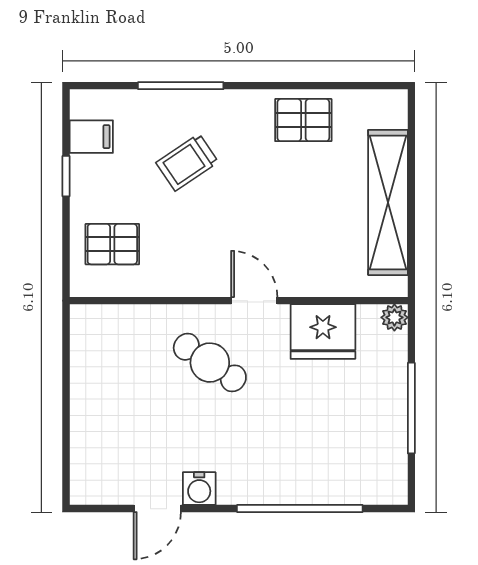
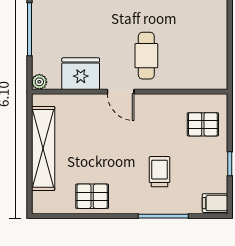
filing cabinet: (91, 137) -> (215, 203), moved
trolley: (187, 162) -> (160, 172), turned -56
cafe table: (210, 363) -> (146, 56), turned 56

